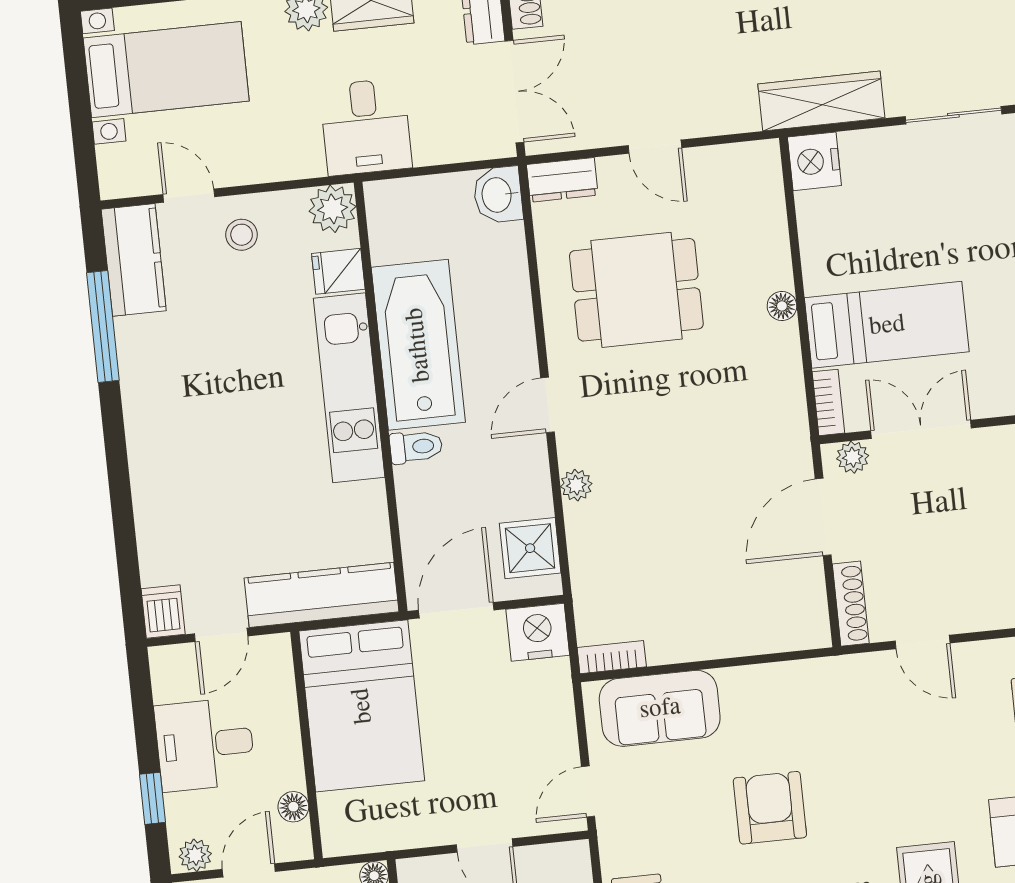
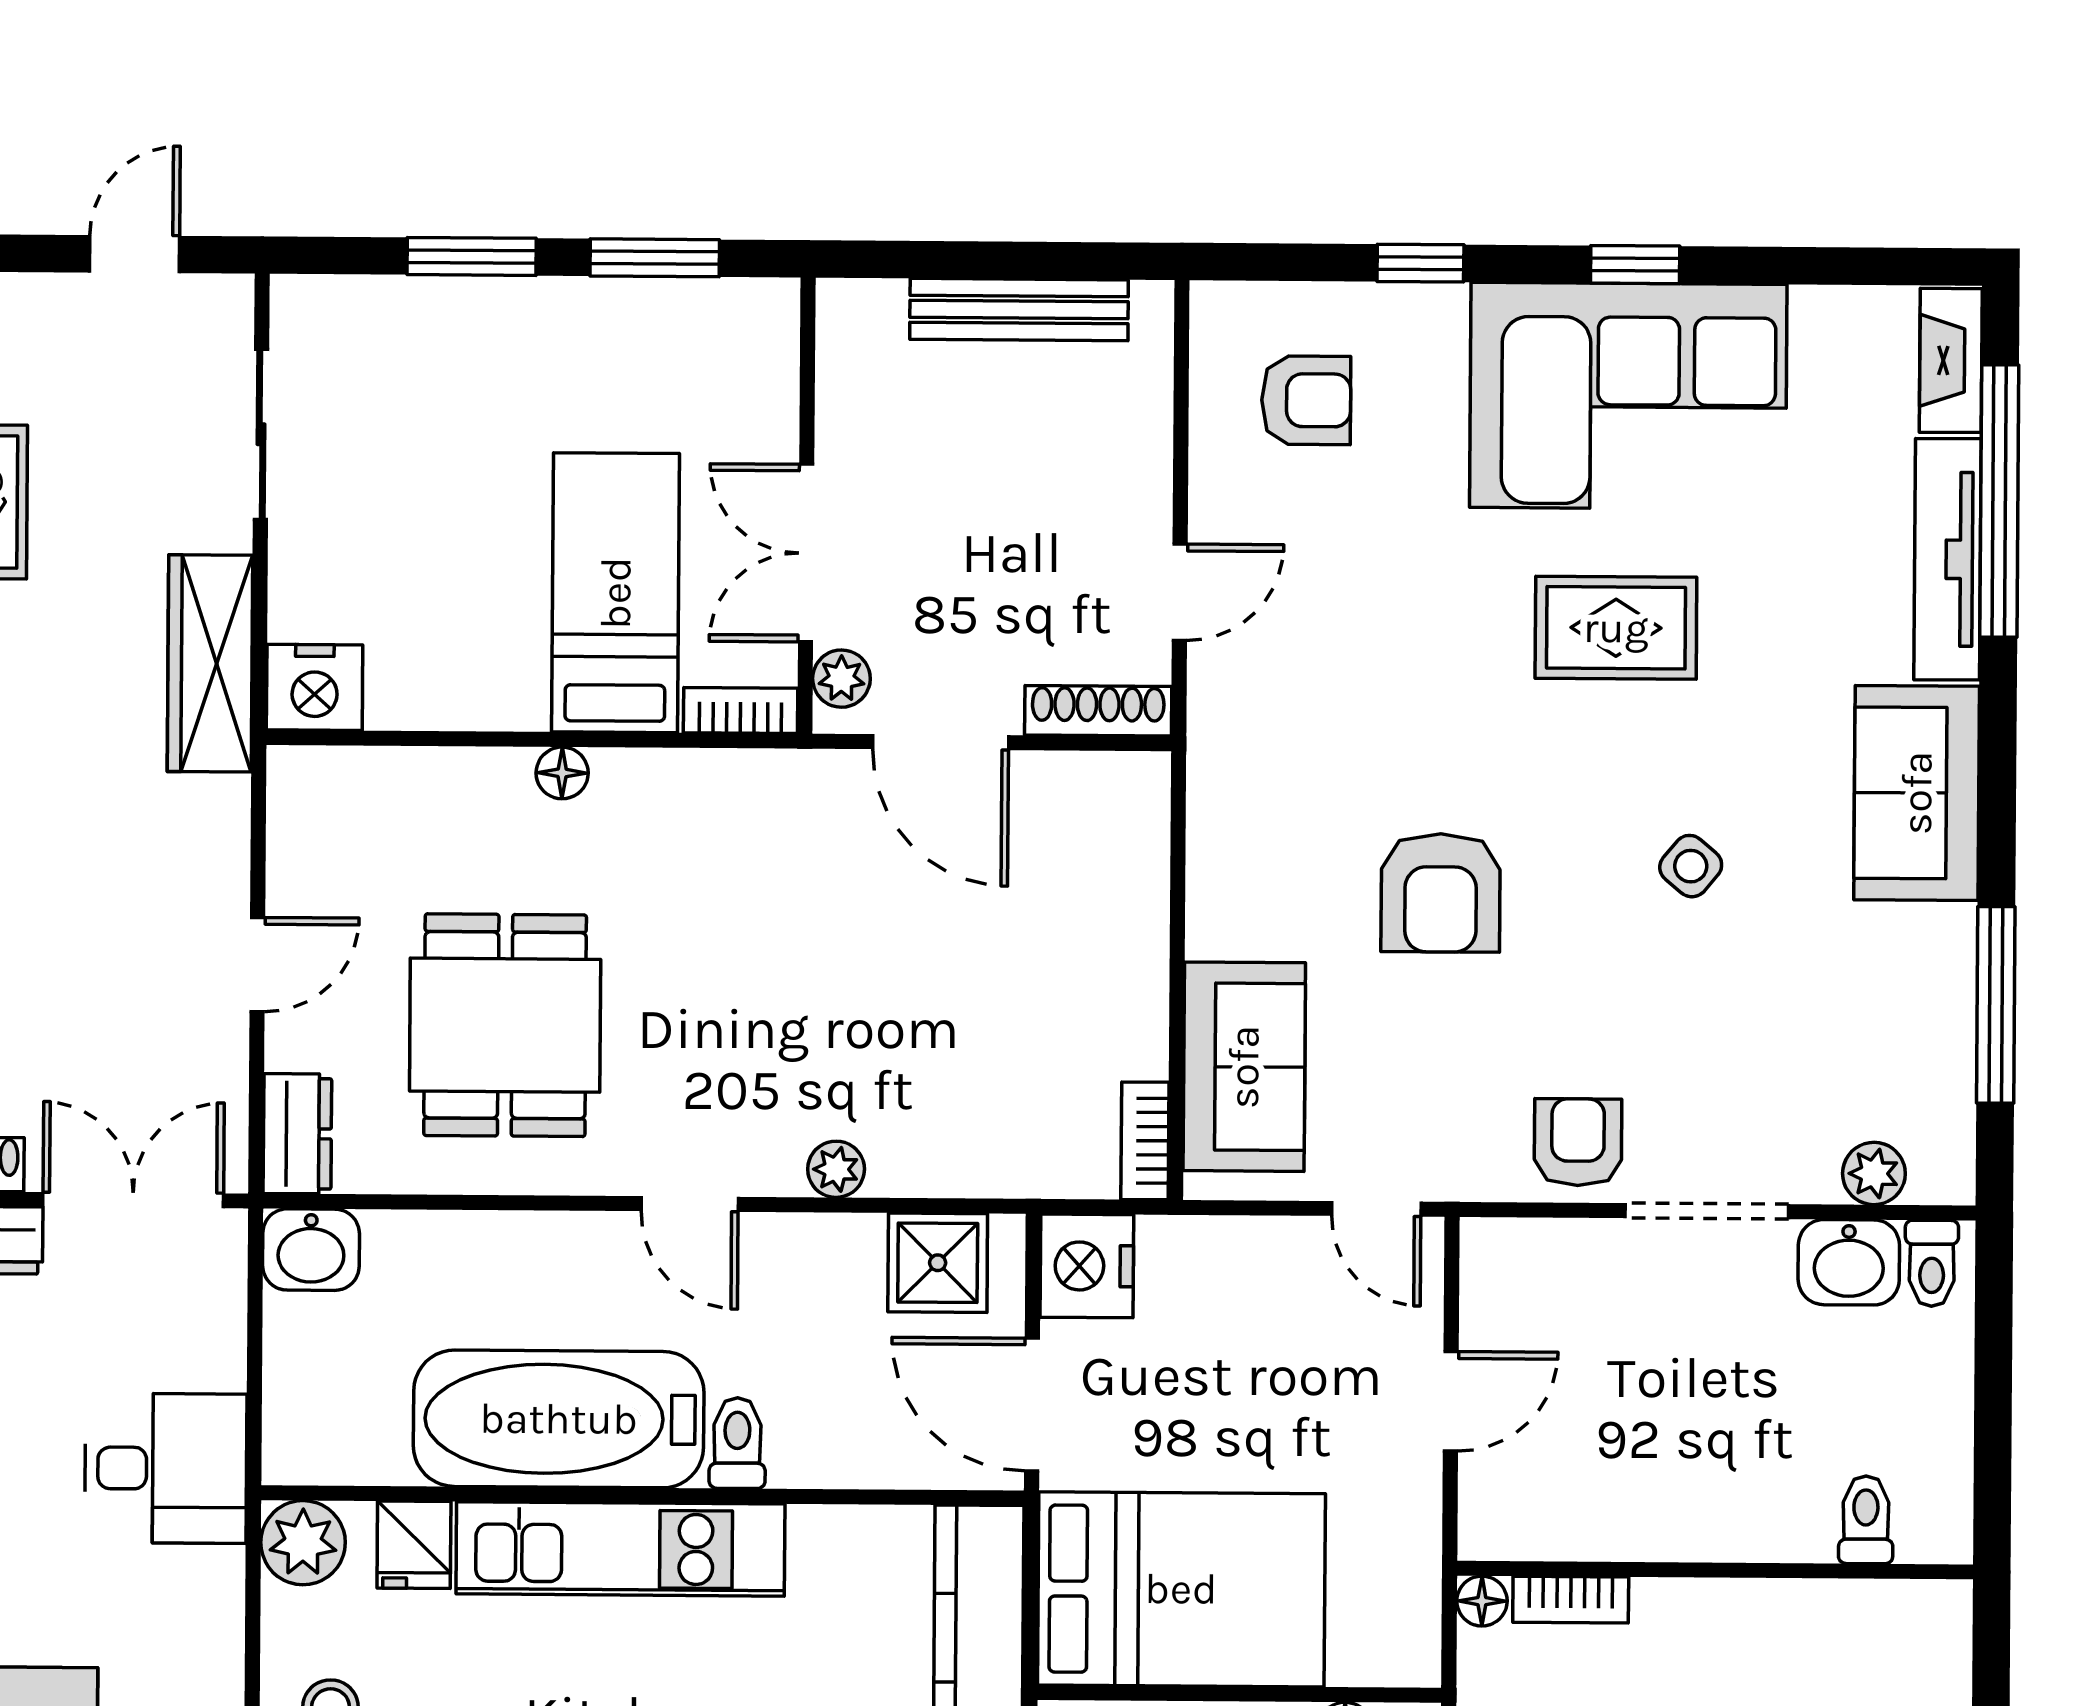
armchair: (770, 808) -> (1441, 893), turned -90

